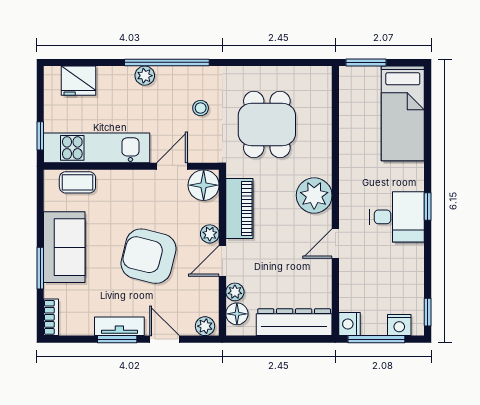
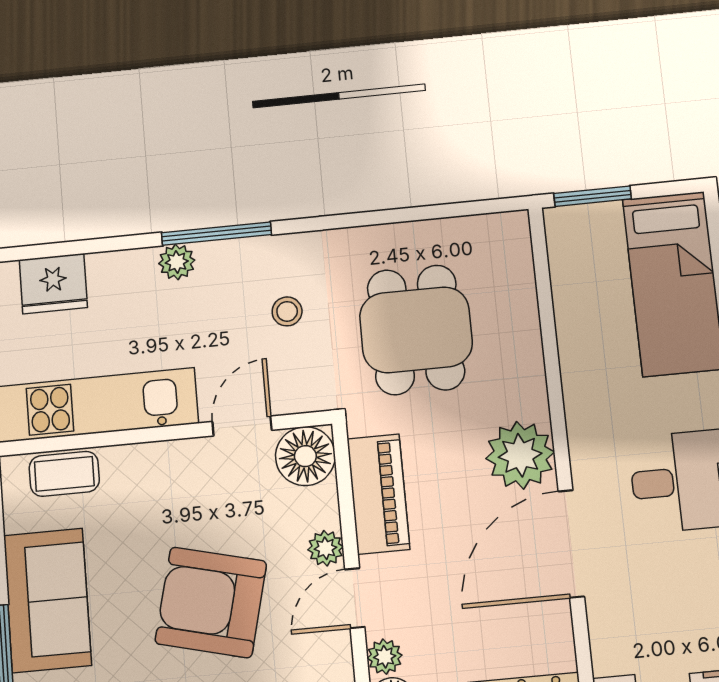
window: (167, 62) -> (216, 234), width x0.68
door: (335, 244) -> (571, 544), width x1.88

